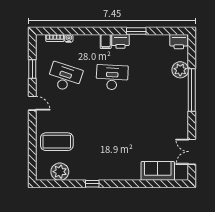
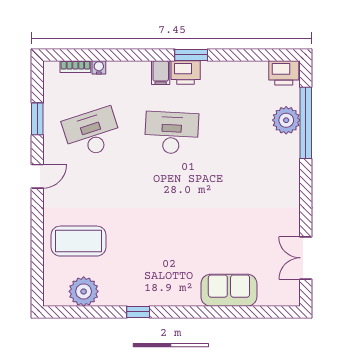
window: (136, 31) -> (191, 55), moved
desk: (65, 77) -> (92, 133), turned -36
window: (192, 90) -> (306, 123), moved
door: (32, 103) -> (37, 176), hinge flipped
sofa: (158, 171) -> (229, 290), moved

